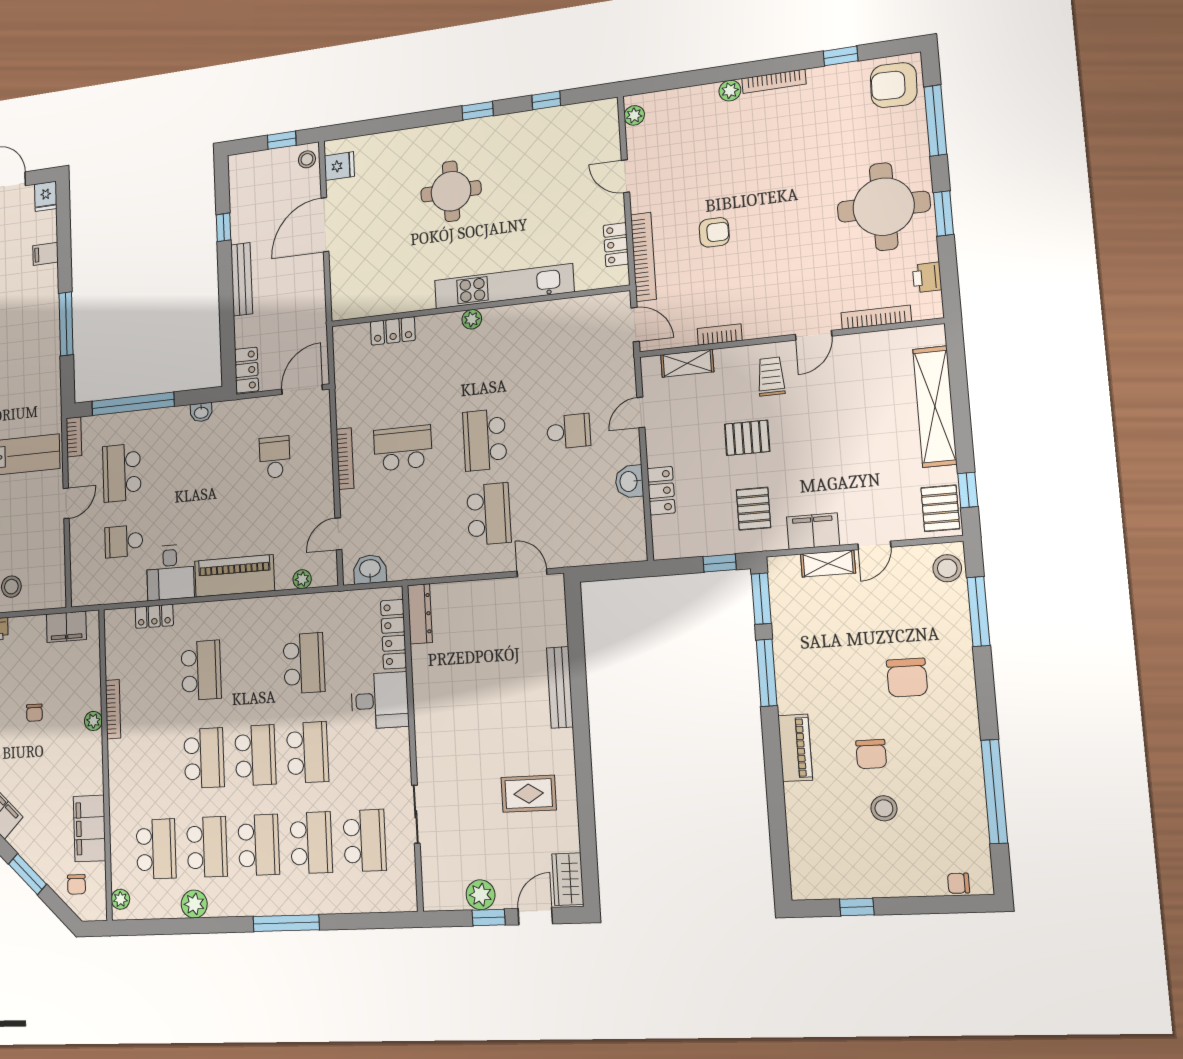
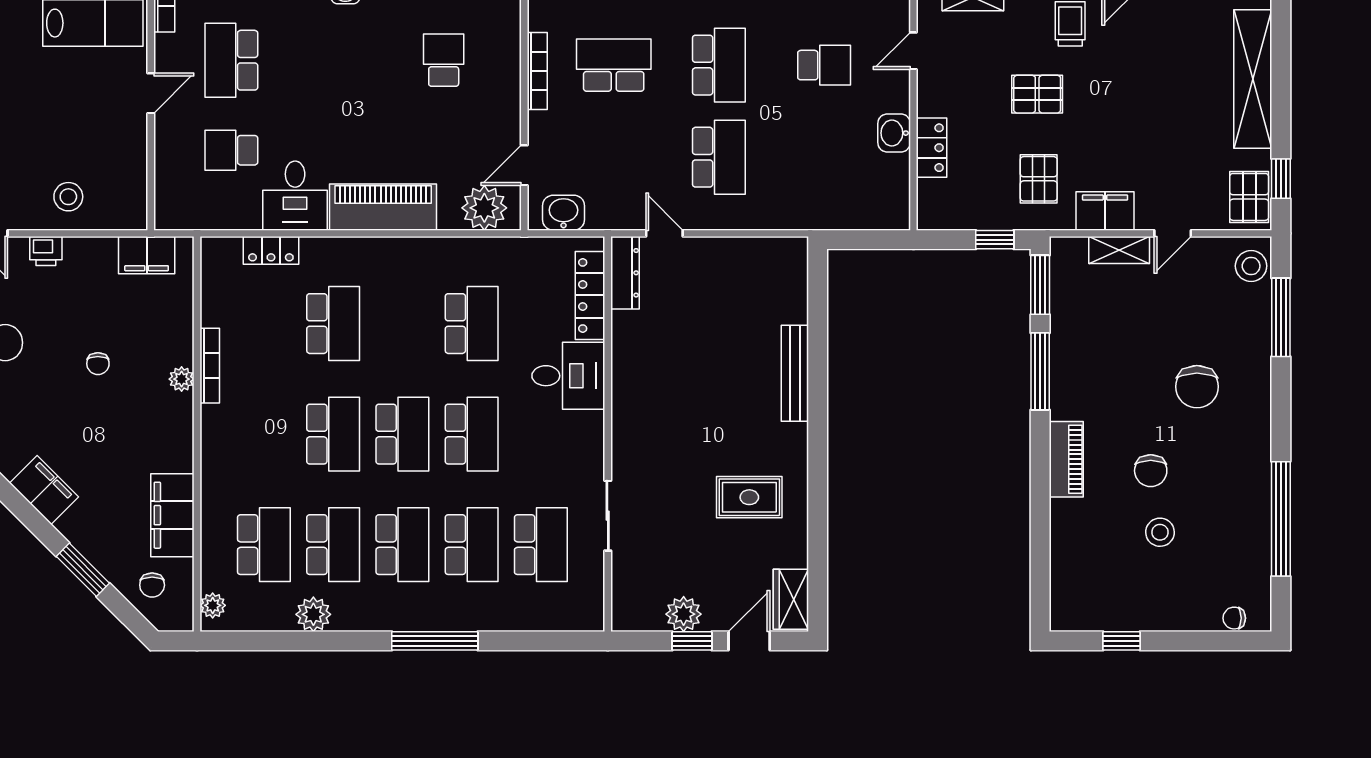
school desk: (485, 440) -> (719, 65), turned 180
door: (532, 573) -> (664, 233), moved
plant: (302, 579) -> (484, 208), width x1.88, depth x1.88

